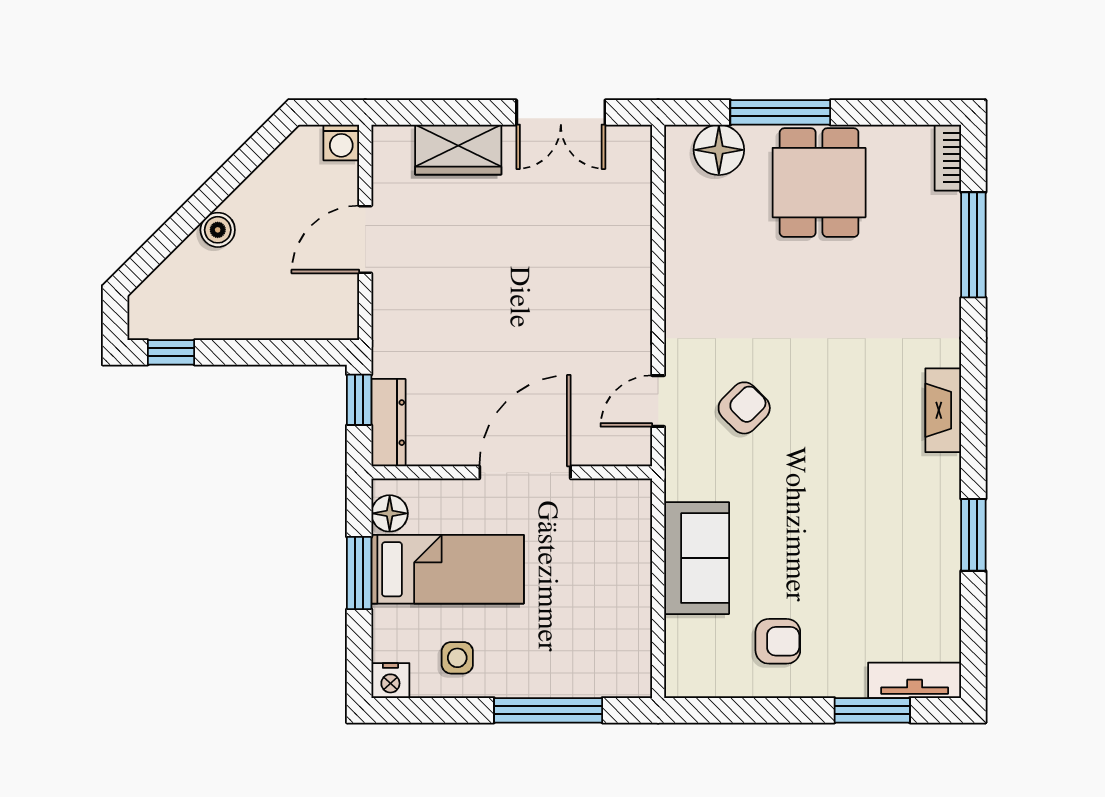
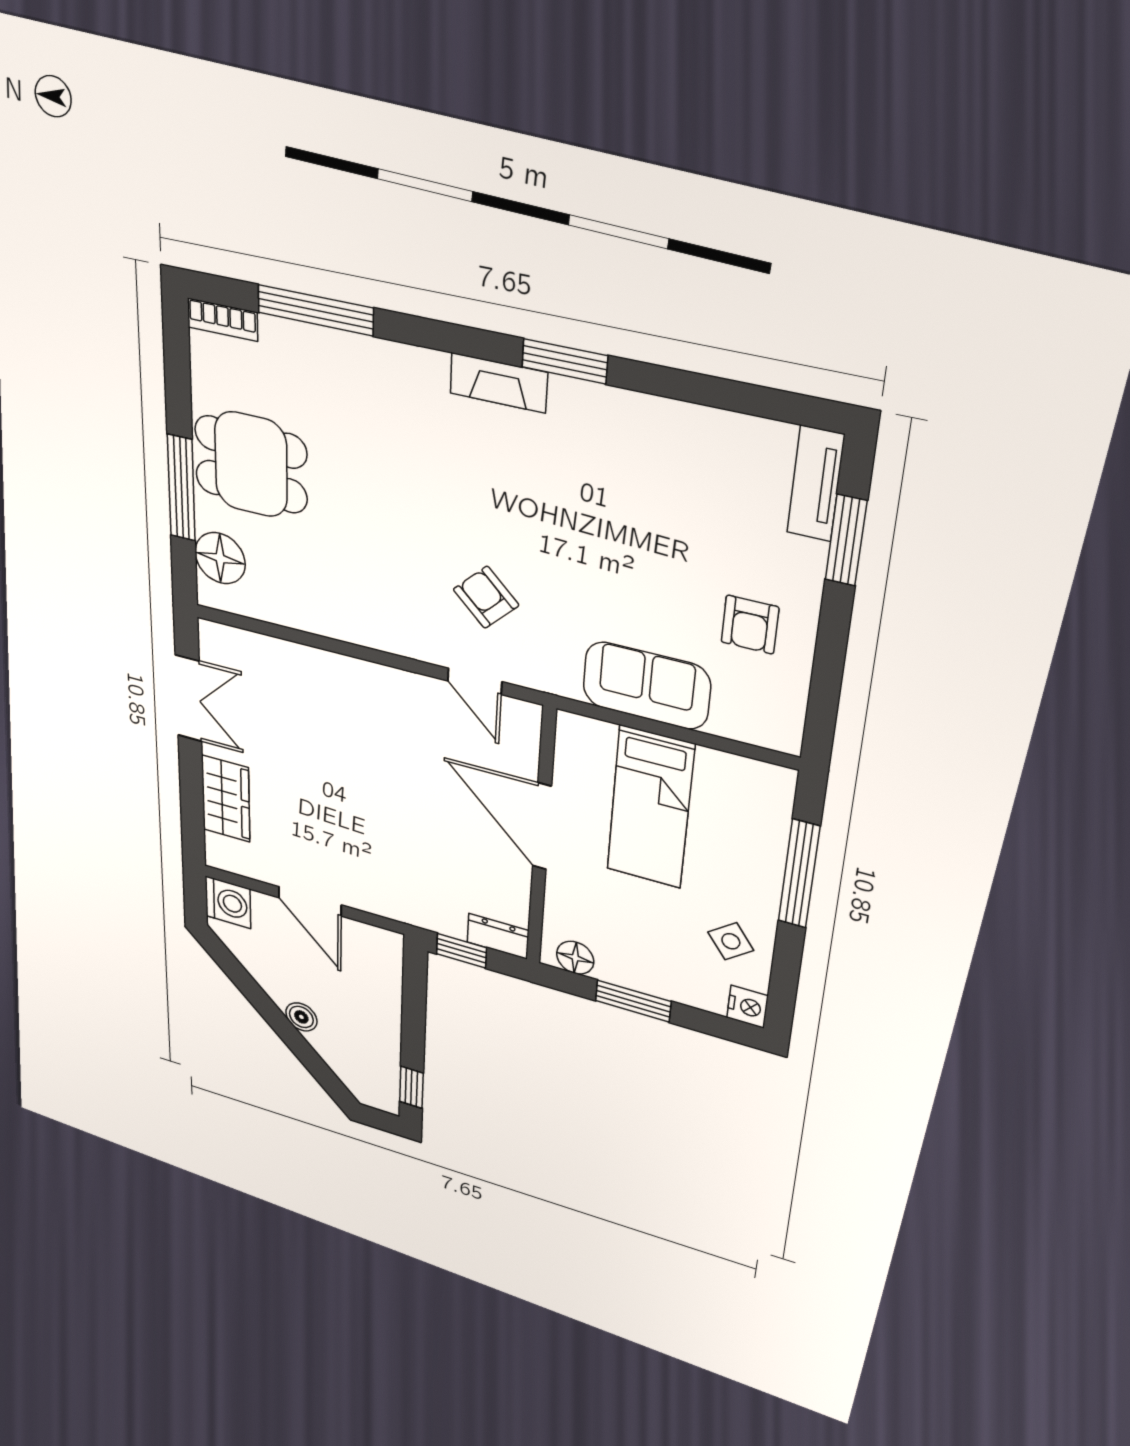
washing machine: (341, 142) -> (228, 902), width x1.38, depth x1.38
dresser: (388, 423) -> (498, 936), width x0.70
window: (973, 535) -> (565, 361), moved
bed: (448, 569) -> (650, 807), moved, turned 180
armchair: (778, 641) -> (750, 625), turned 180
side table: (457, 658) -> (731, 941), turned -37

